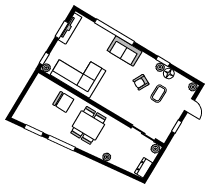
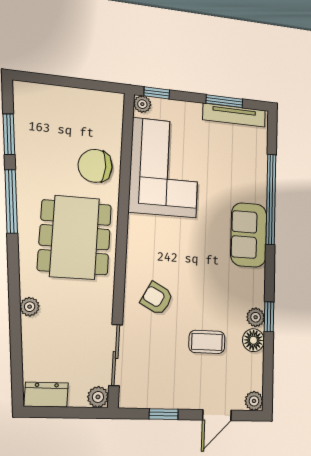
armchair: (141, 82) -> (157, 298), moved
chair: (63, 102) -> (95, 166), turned 90
dining table: (88, 125) -> (75, 237), width x1.38

